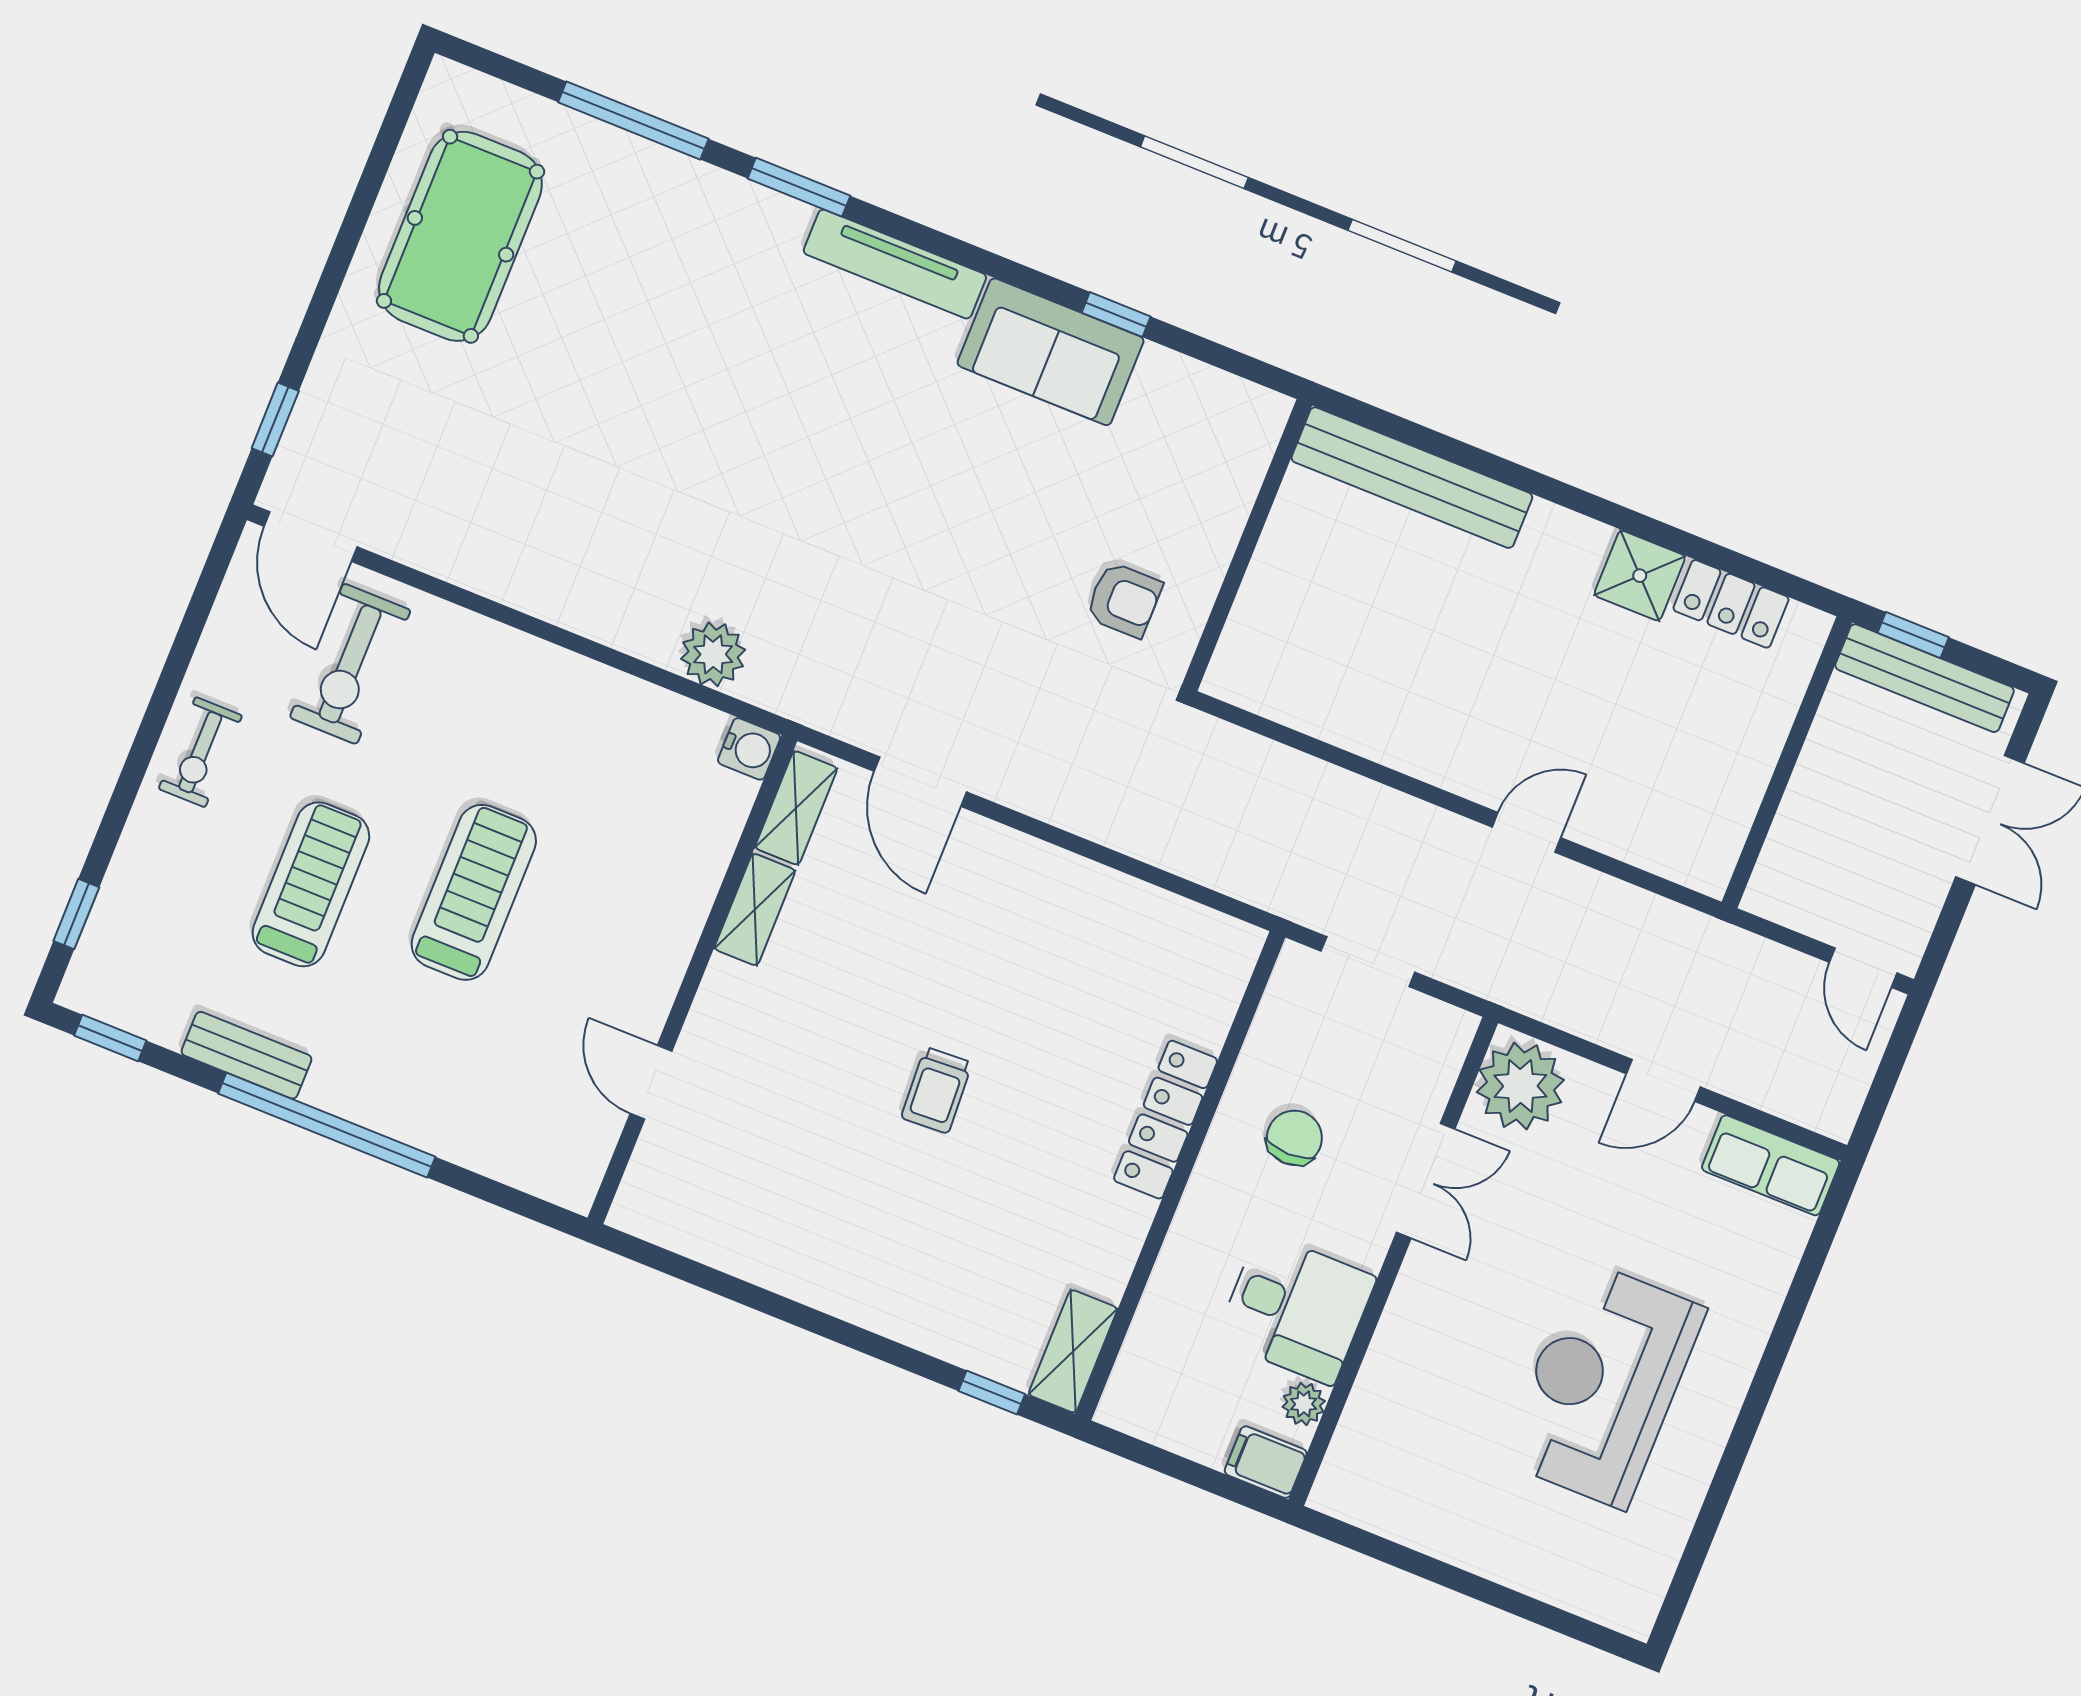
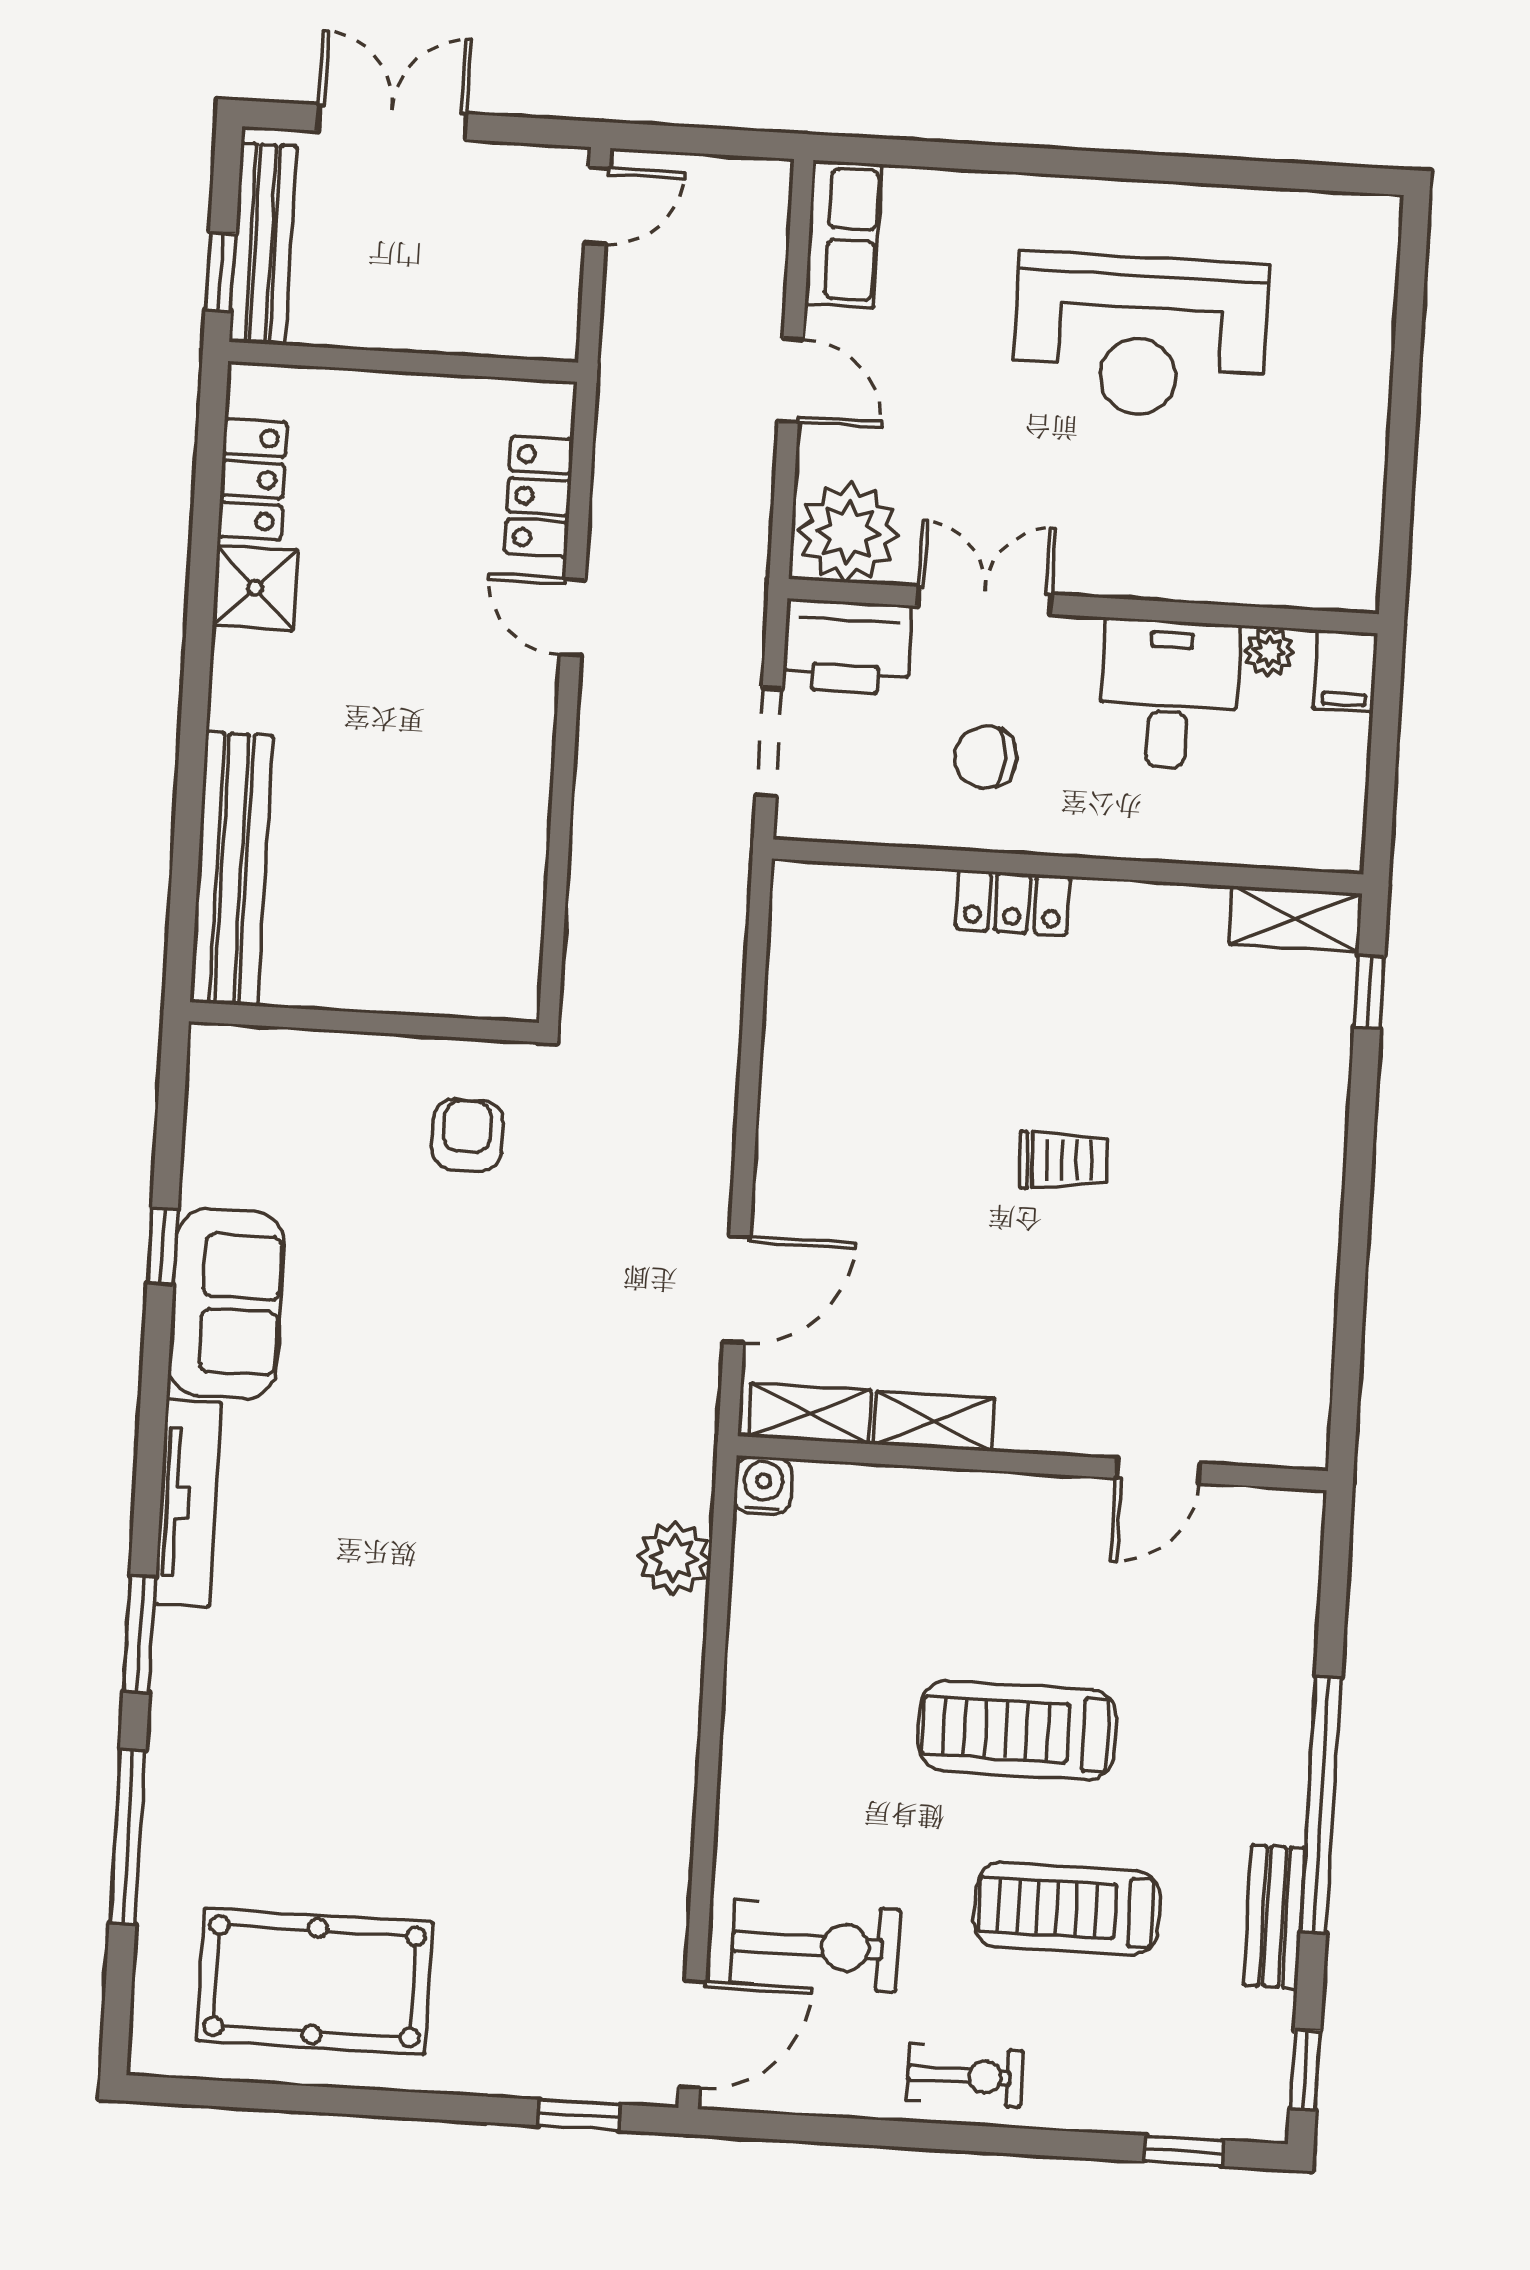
locker: (1637, 838) -> (539, 496), added
printer: (1425, 1053) -> (847, 647), added
locker: (1166, 1120) -> (1013, 903), width x0.66

